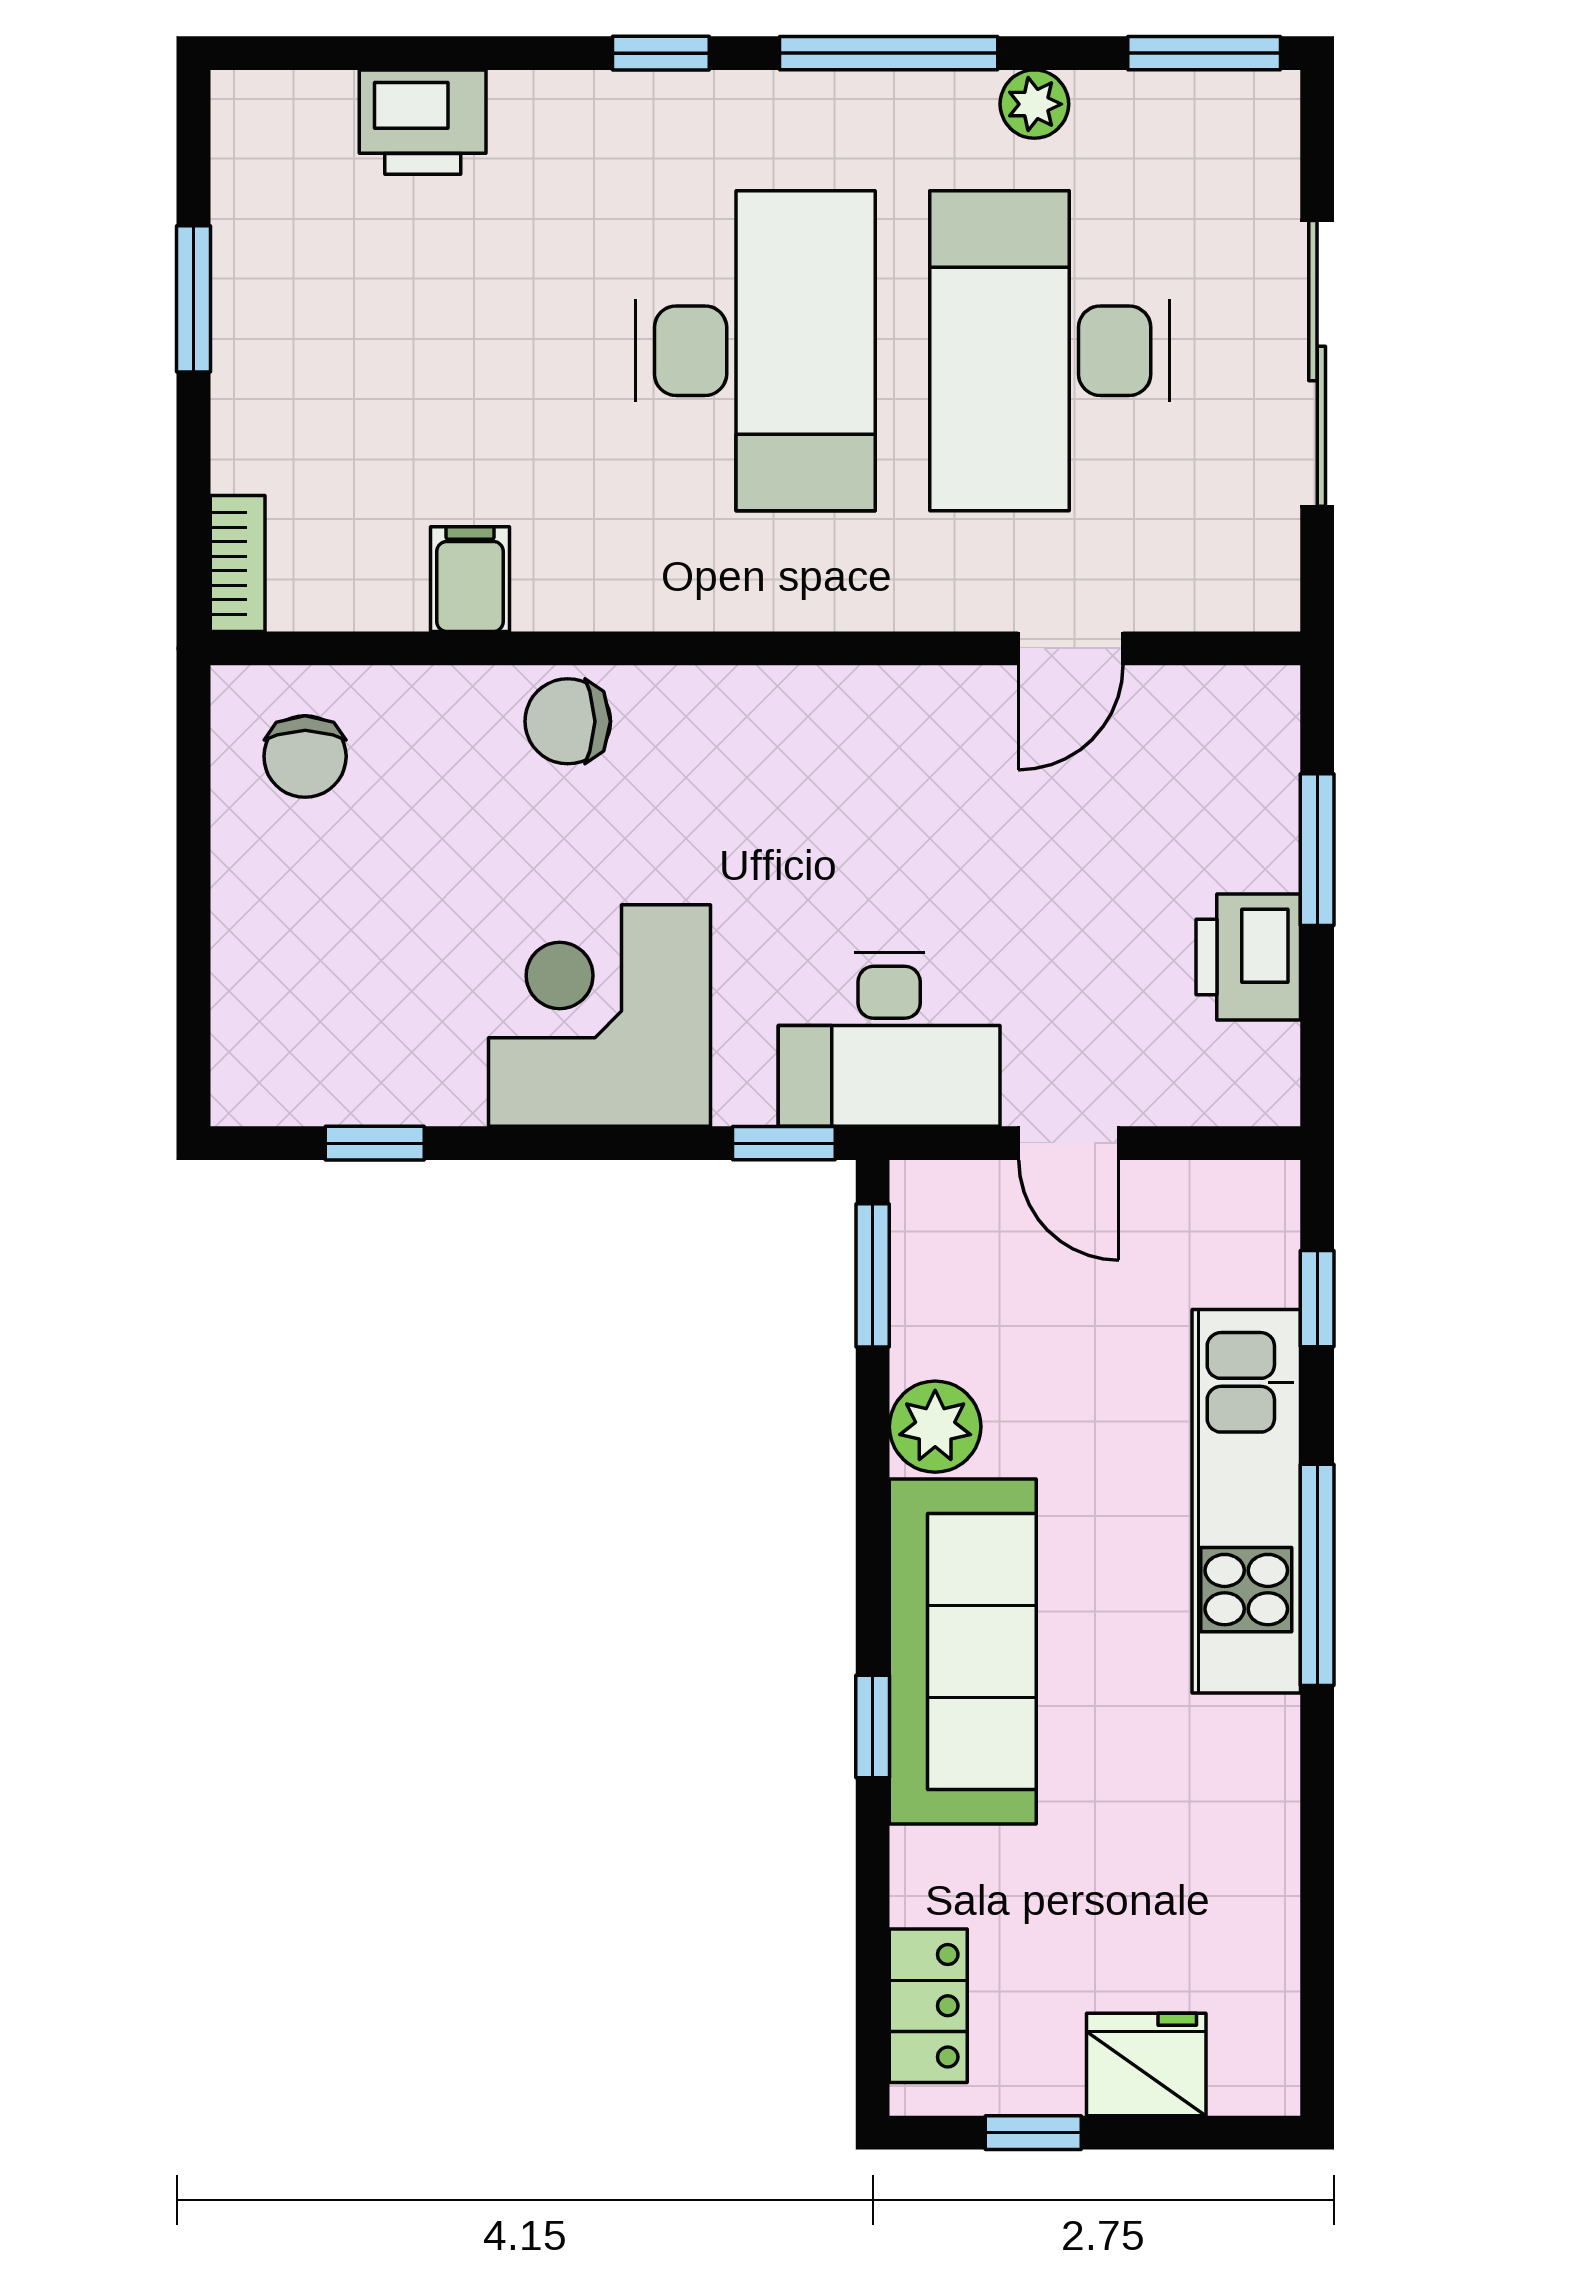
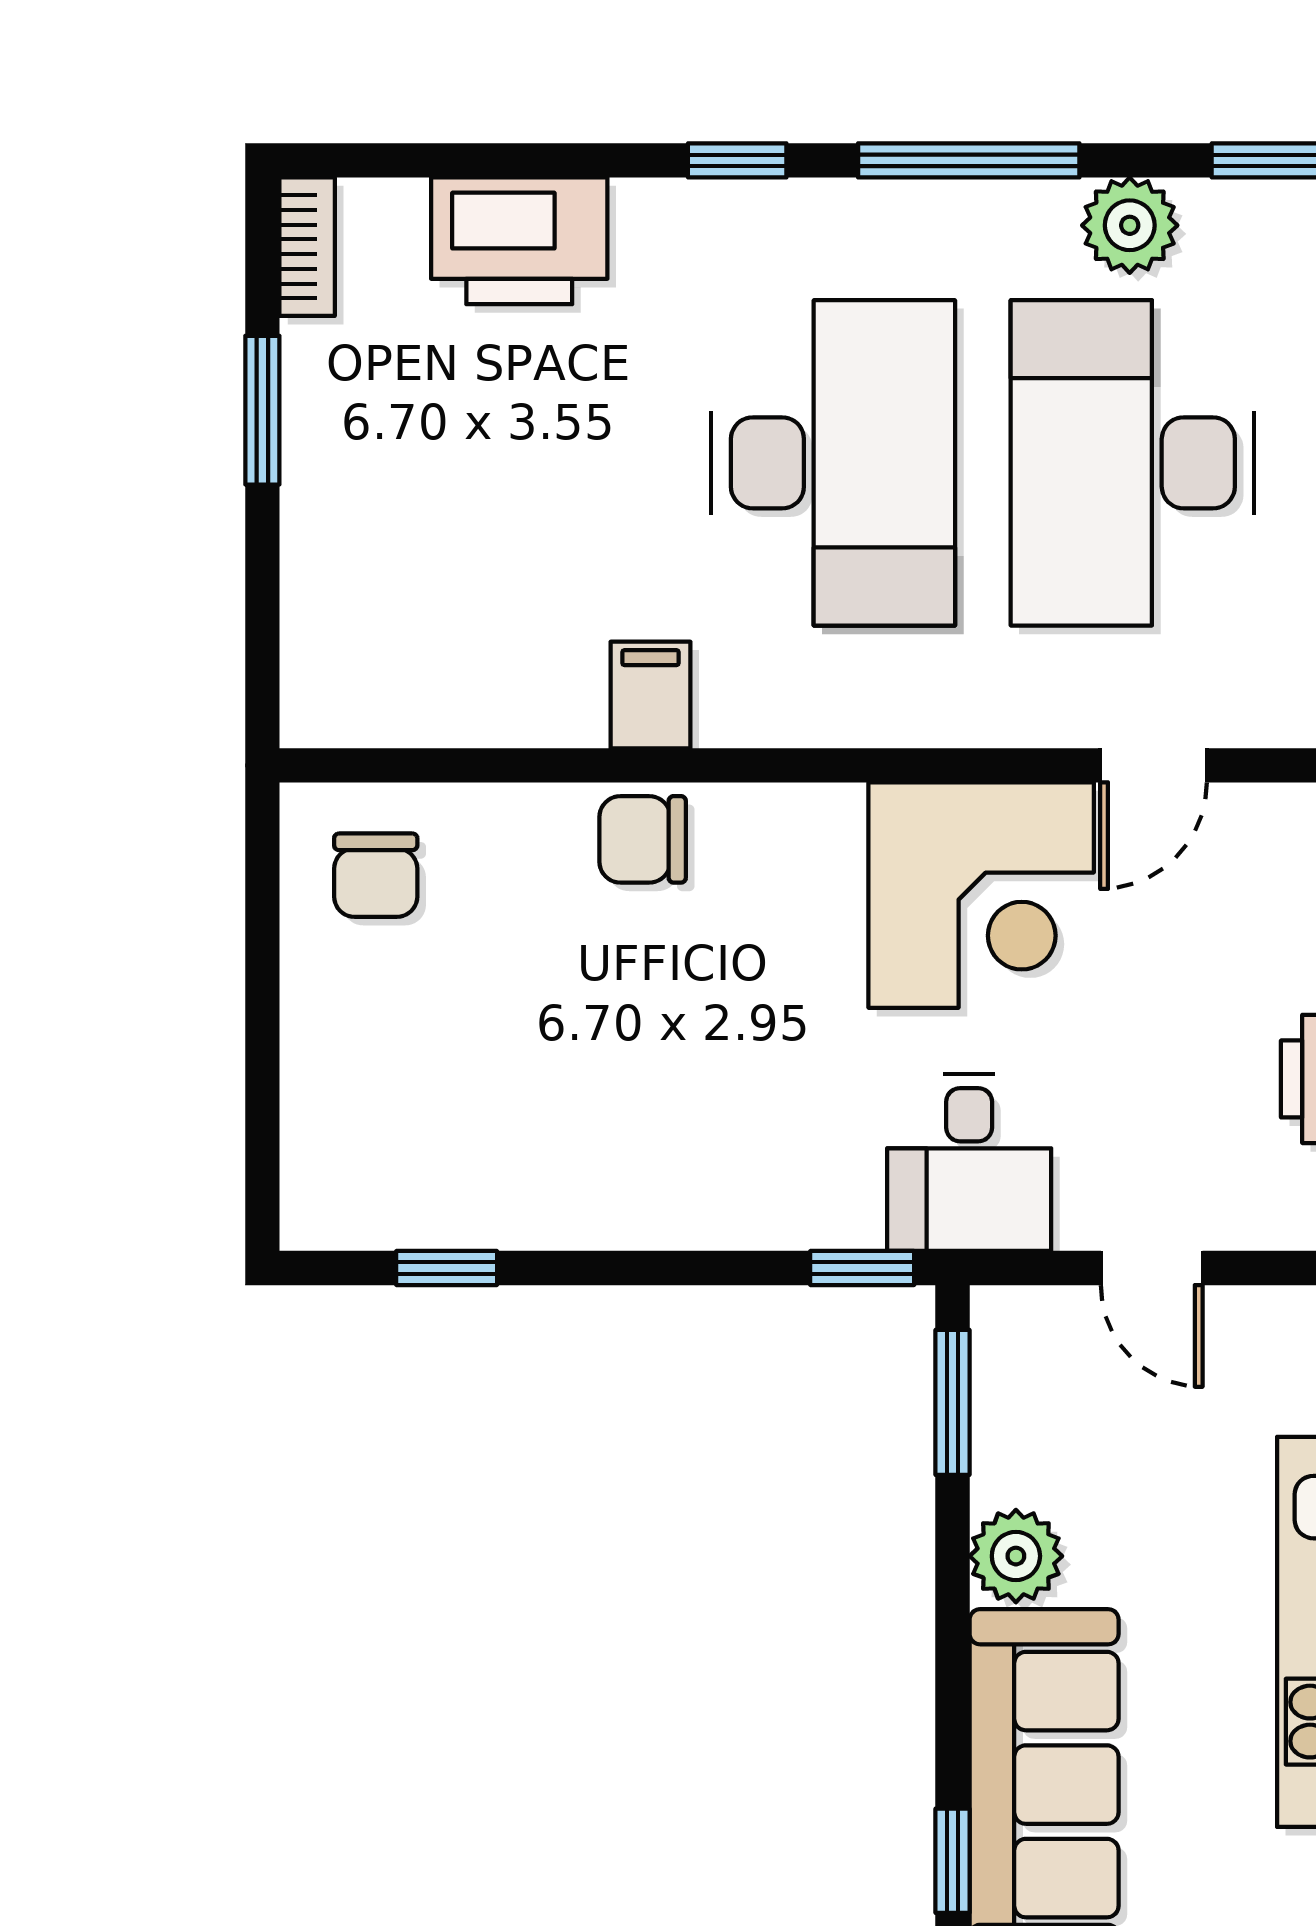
plant: (1034, 104) -> (1130, 225), width x1.38, depth x1.38
printer: (423, 122) -> (519, 241), width x1.37, depth x1.19
bookcase: (238, 564) -> (307, 247), moved
filing cabinet: (470, 579) -> (650, 695), moved
corner desk: (600, 1015) -> (981, 895), moved, turned 180
desk: (889, 1039) -> (969, 1162), width x0.73

